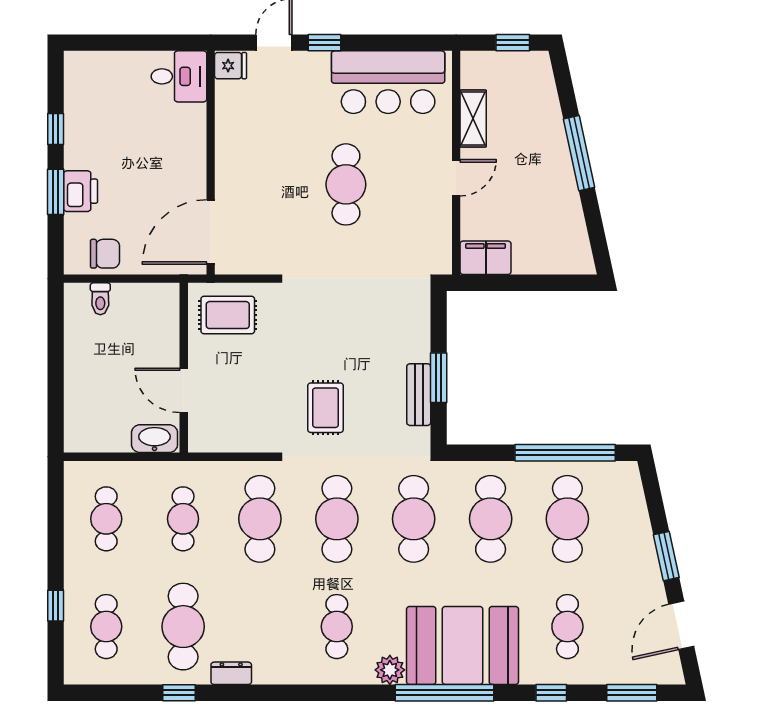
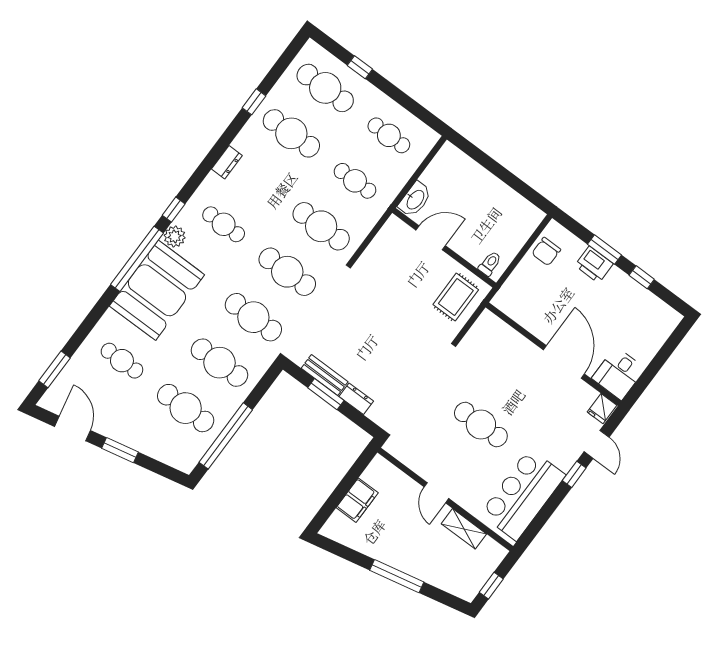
door: (211, 232) -> (564, 362), moved
filing cabinet: (486, 258) -> (357, 500), moved
toilet: (100, 299) -> (490, 264), moved, turned 90
dresser: (419, 341) -> (356, 399), added
rug: (326, 408) -> (358, 314), removed
cafe table: (106, 627) -> (325, 88), width x1.37, depth x1.35
dresser: (231, 673) -> (227, 162), moved
window: (551, 693) -> (174, 210), moved

